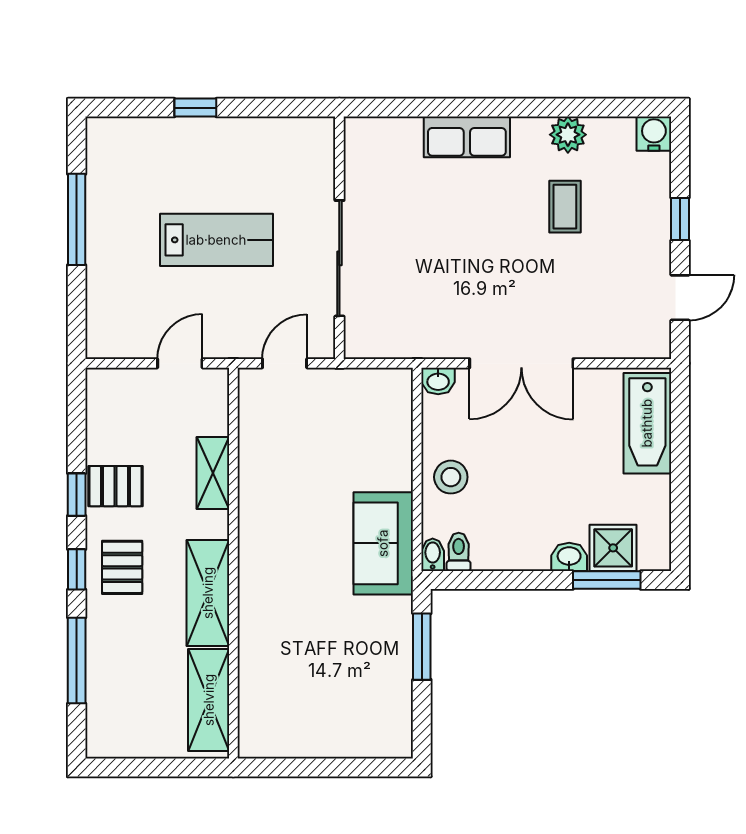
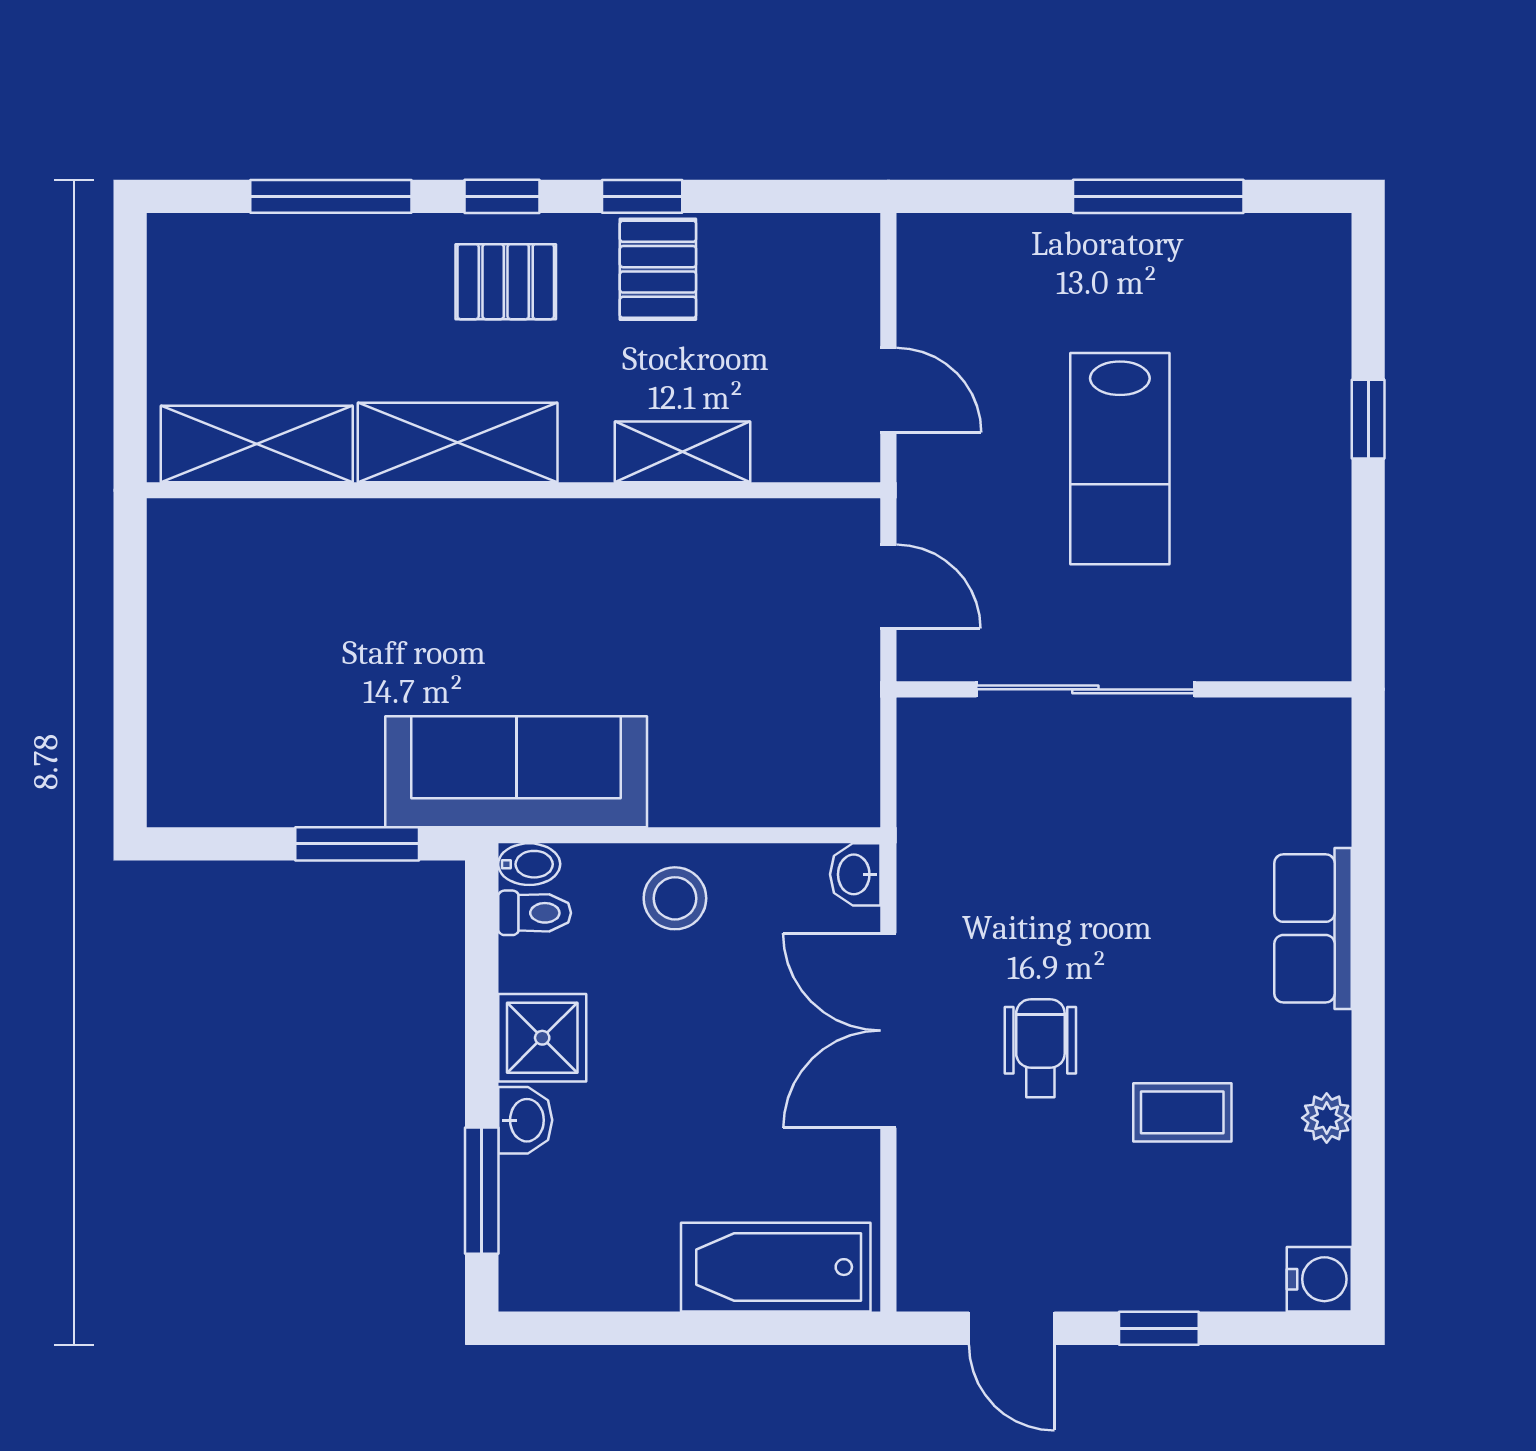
plant: (568, 135) -> (1327, 1118), width x0.73, depth x0.73
wheelchair: (531, 282) -> (1040, 1048), added
sofa: (383, 543) -> (516, 772), width x1.36
shower: (613, 548) -> (542, 1038), moved

